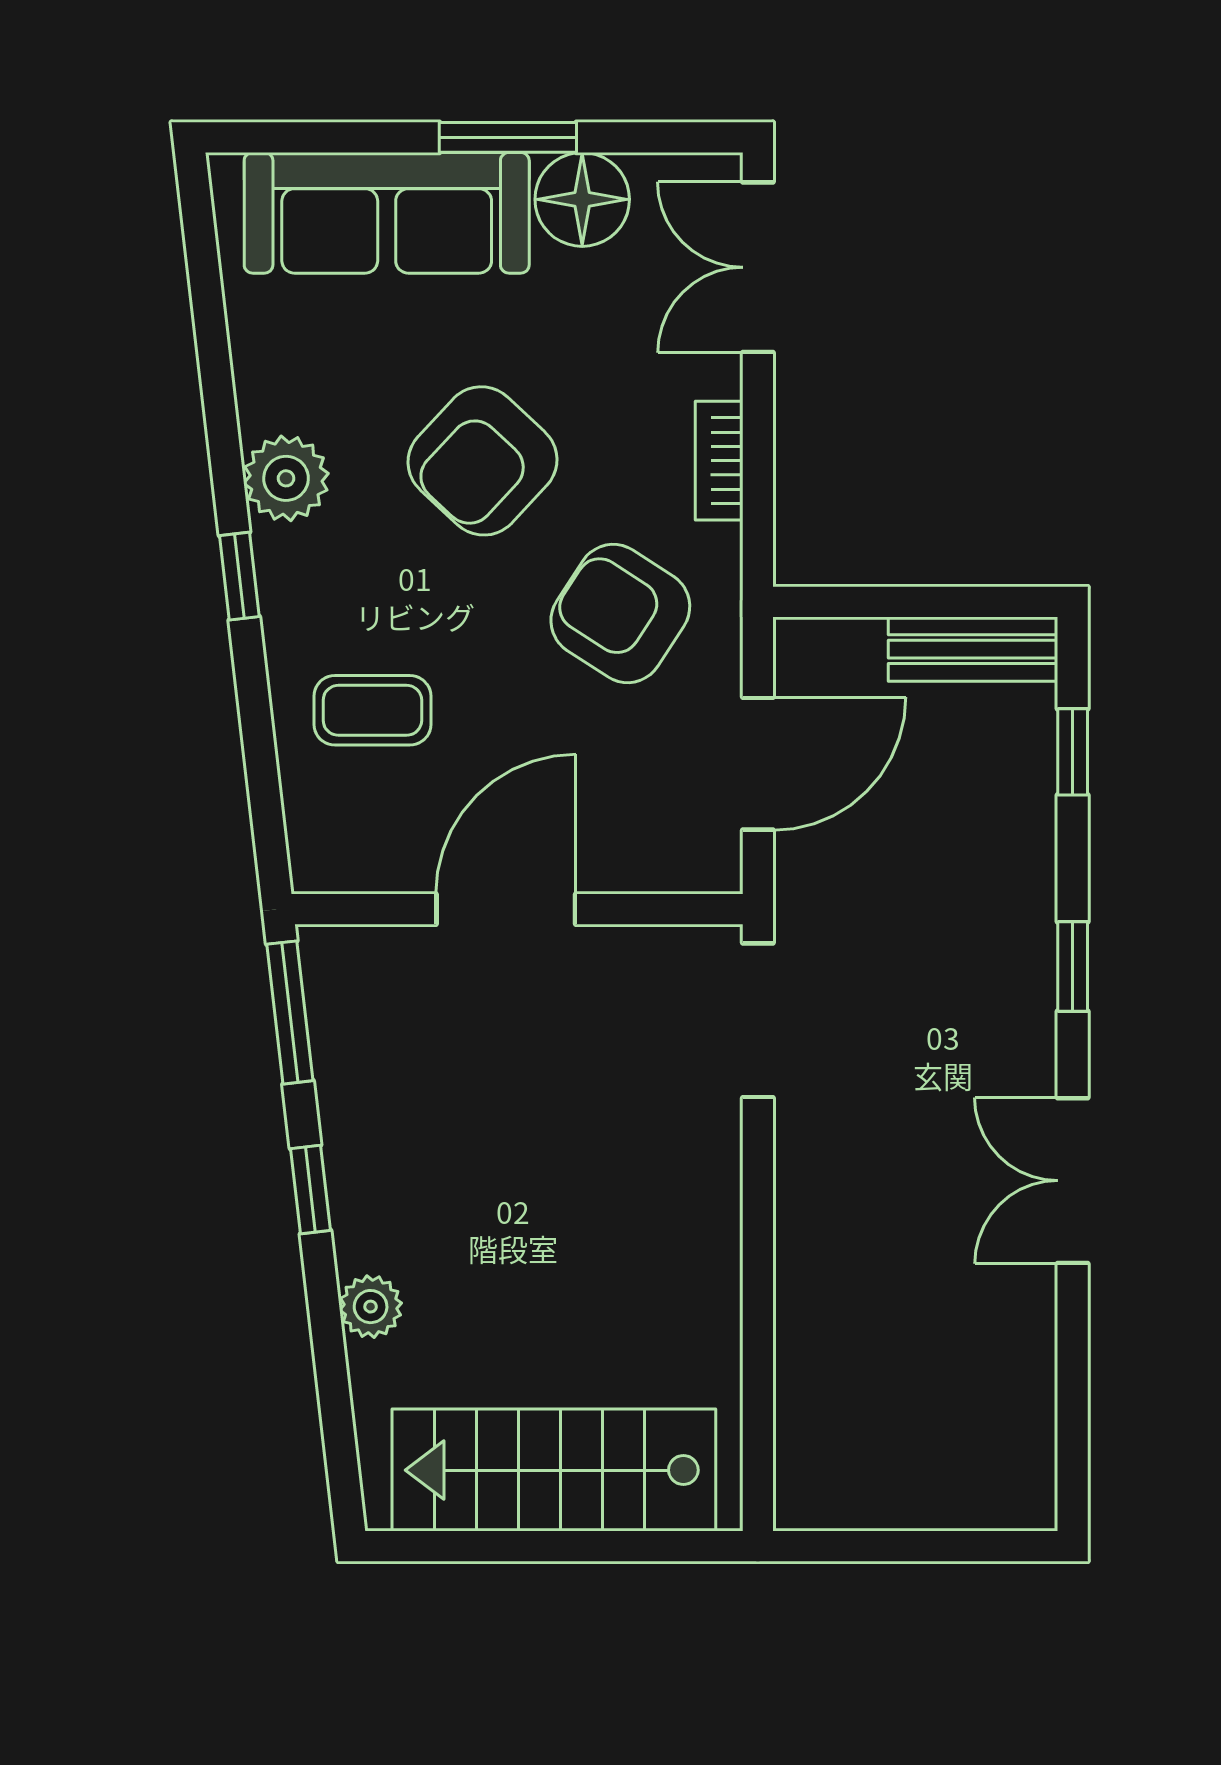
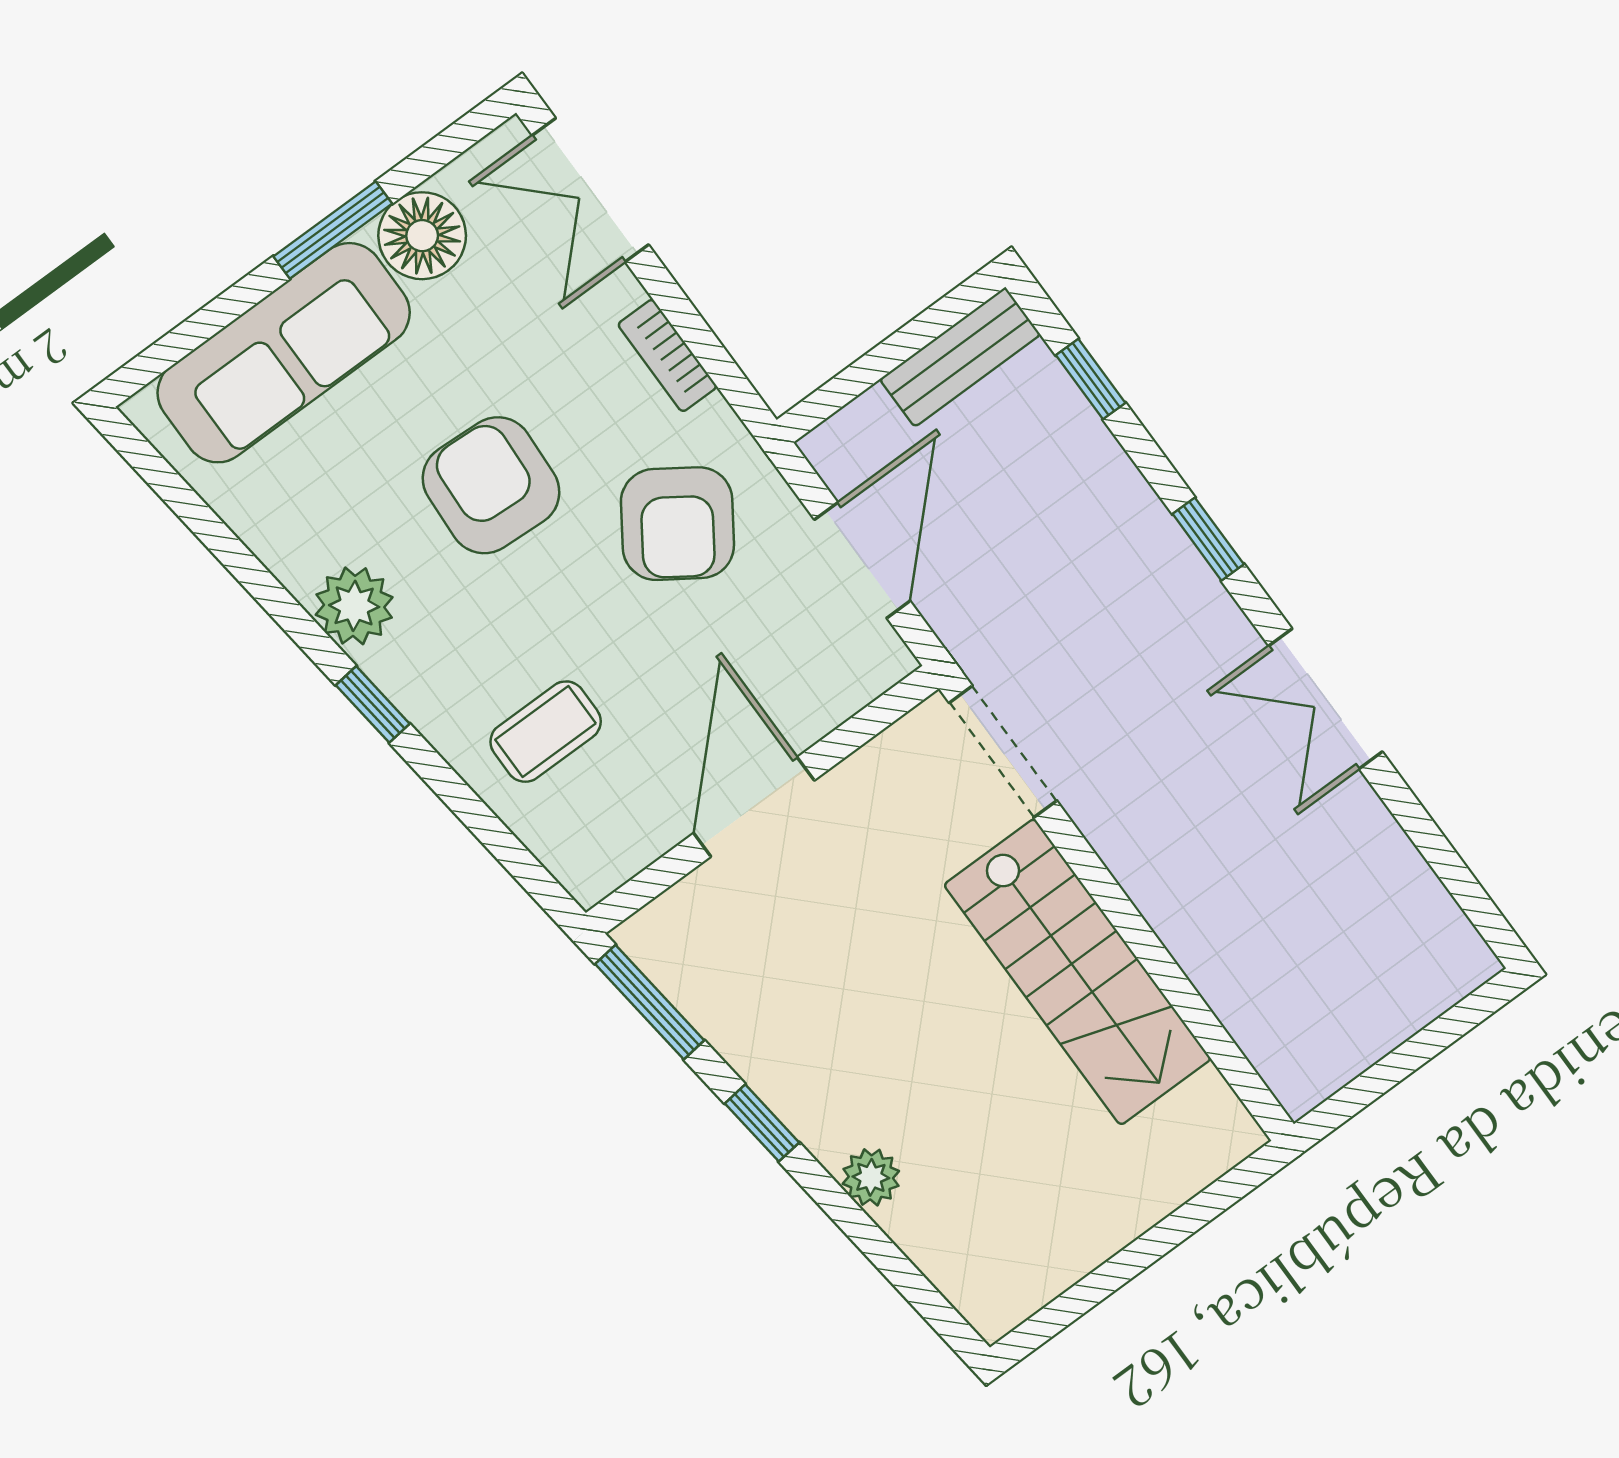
armchair: (483, 461) -> (491, 485), turned 140
armchair: (620, 613) -> (677, 524), turned -89
stairs: (554, 1470) -> (1077, 972), moved, turned -90

